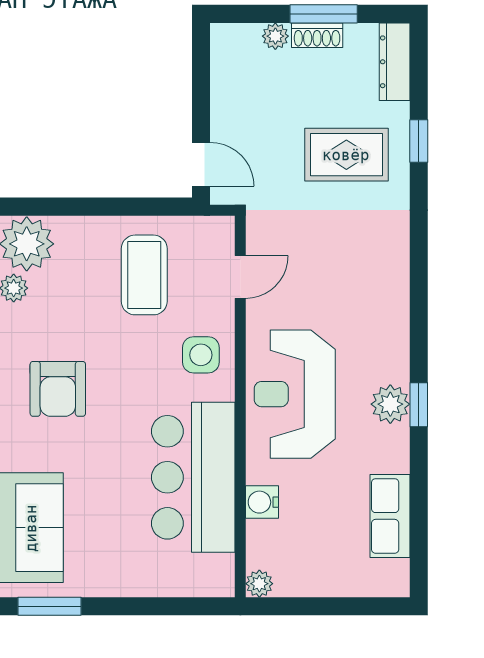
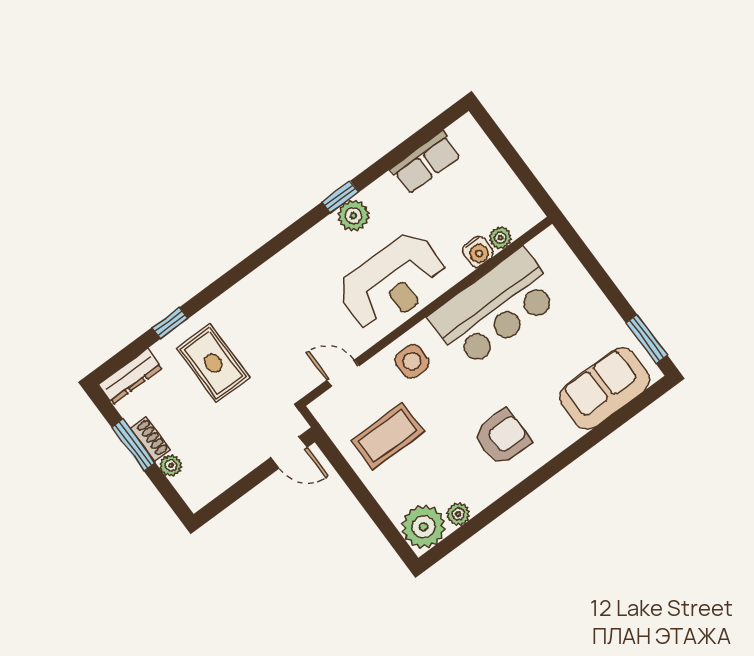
door: (201, 164) -> (289, 452), swing flipped
plant: (259, 584) -> (500, 238), moved

